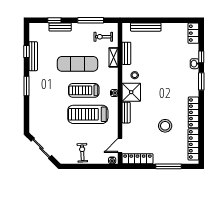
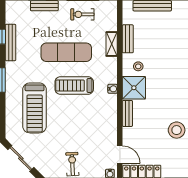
exercise bike: (103, 37) -> (82, 14), moved
treadmill: (88, 114) -> (35, 108), moved, turned -90
door: (120, 145) -> (120, 155), swing flipped

